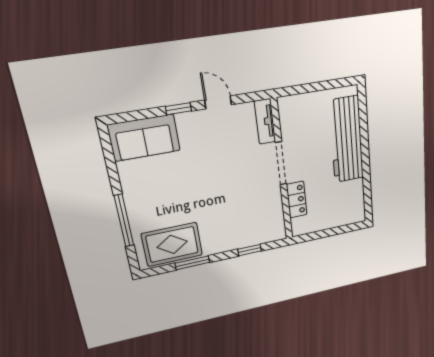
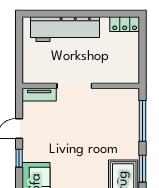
locker: (297, 200) -> (125, 24), moved, turned 180
window: (250, 250) -> (143, 121), width x2.17

